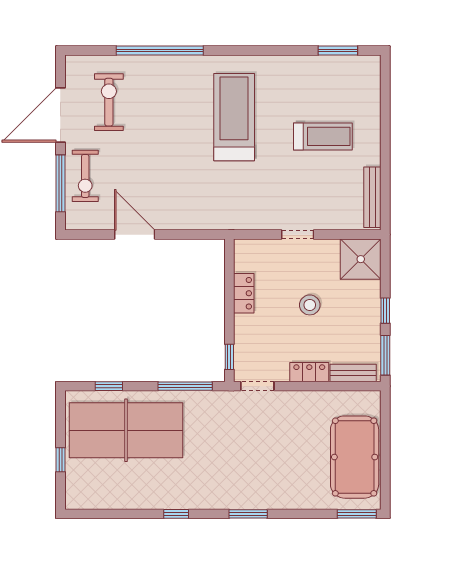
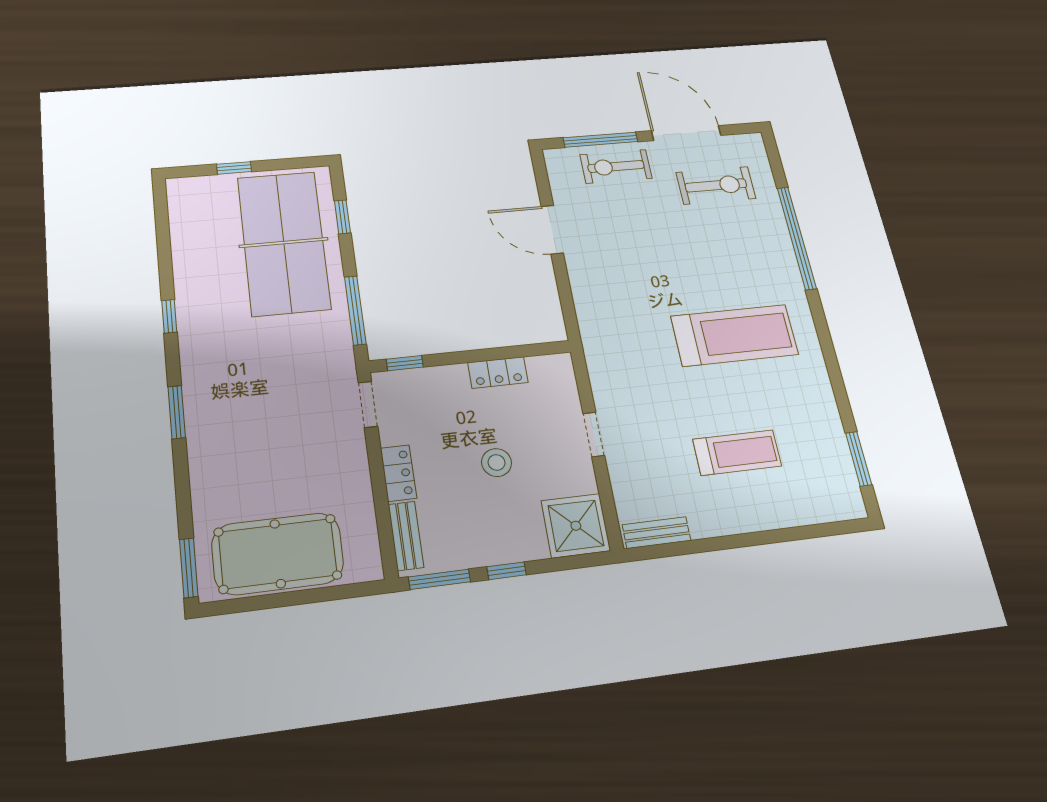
treadmill: (323, 136) -> (737, 453), turned -90
bench: (372, 197) -> (657, 533), width x0.73
door: (135, 235) -> (552, 230), swing flipped

